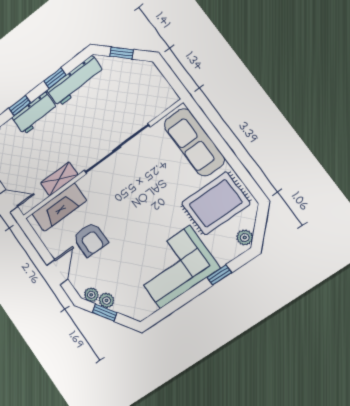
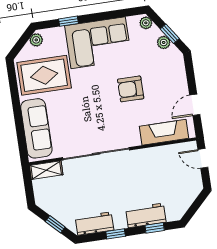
workbench: (75, 81) -> (94, 224), width x0.73
shelving: (59, 179) -> (46, 170), moved
armchair: (90, 239) -> (131, 89), moved, turned -90
door: (57, 272) -> (195, 105), moved
plant: (91, 295) -> (146, 23), moved

